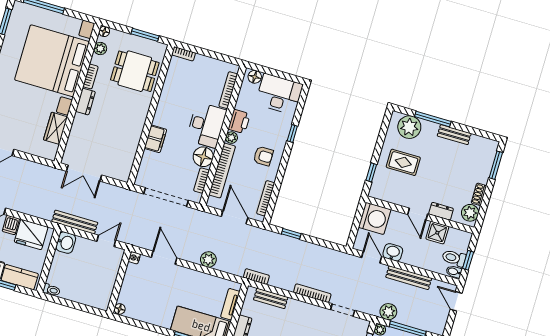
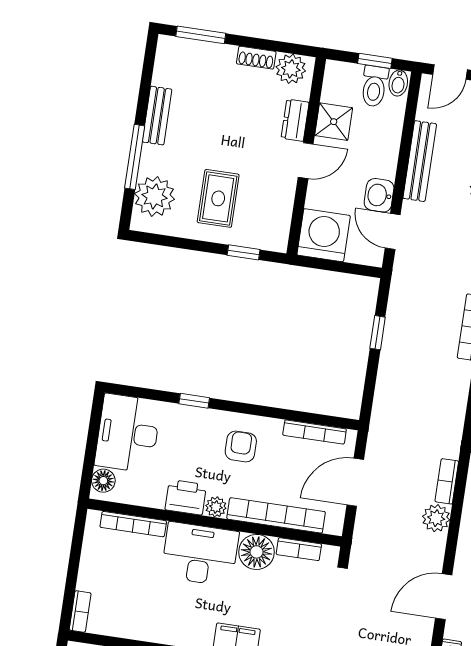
window: (291, 234) -> (378, 333), moved
door: (372, 257) -> (393, 231), hinge flipped
bookcase: (256, 277) -> (447, 481), moved

